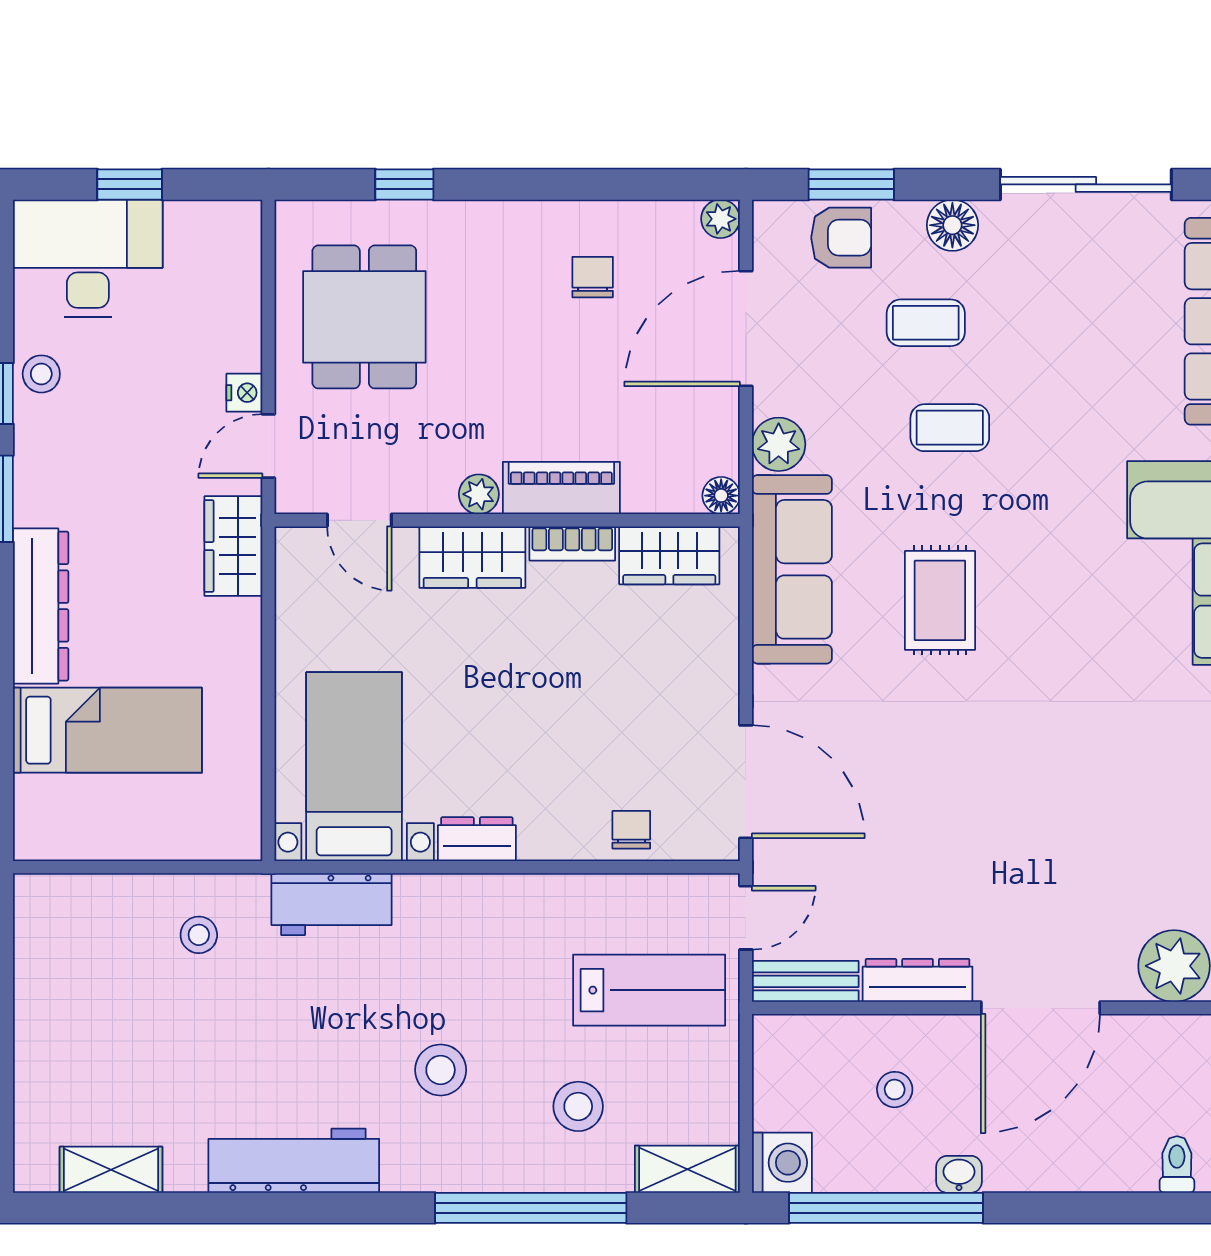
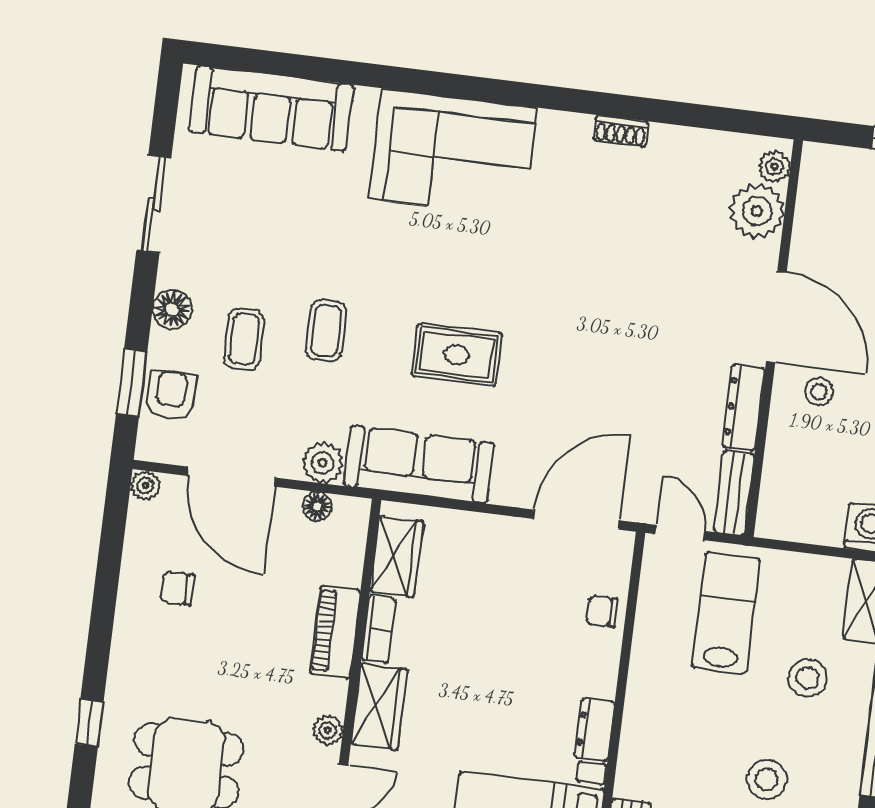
sliding door: (1086, 184) -> (154, 204), width x0.73
plant: (479, 494) -> (328, 730), moved
floor lamp: (721, 496) -> (317, 506), moved
stool: (895, 1090) -> (819, 392), moved

